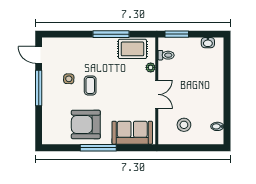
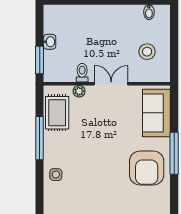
washbasin: (208, 43) -> (50, 42), moved
toilet: (166, 55) -> (82, 73), moved
side table: (69, 79) -> (56, 175), moved
coffee table: (90, 85) -> (100, 163), removed

